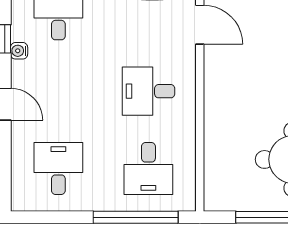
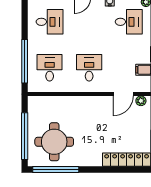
desk: (148, 169) -> (50, 68), turned 90

